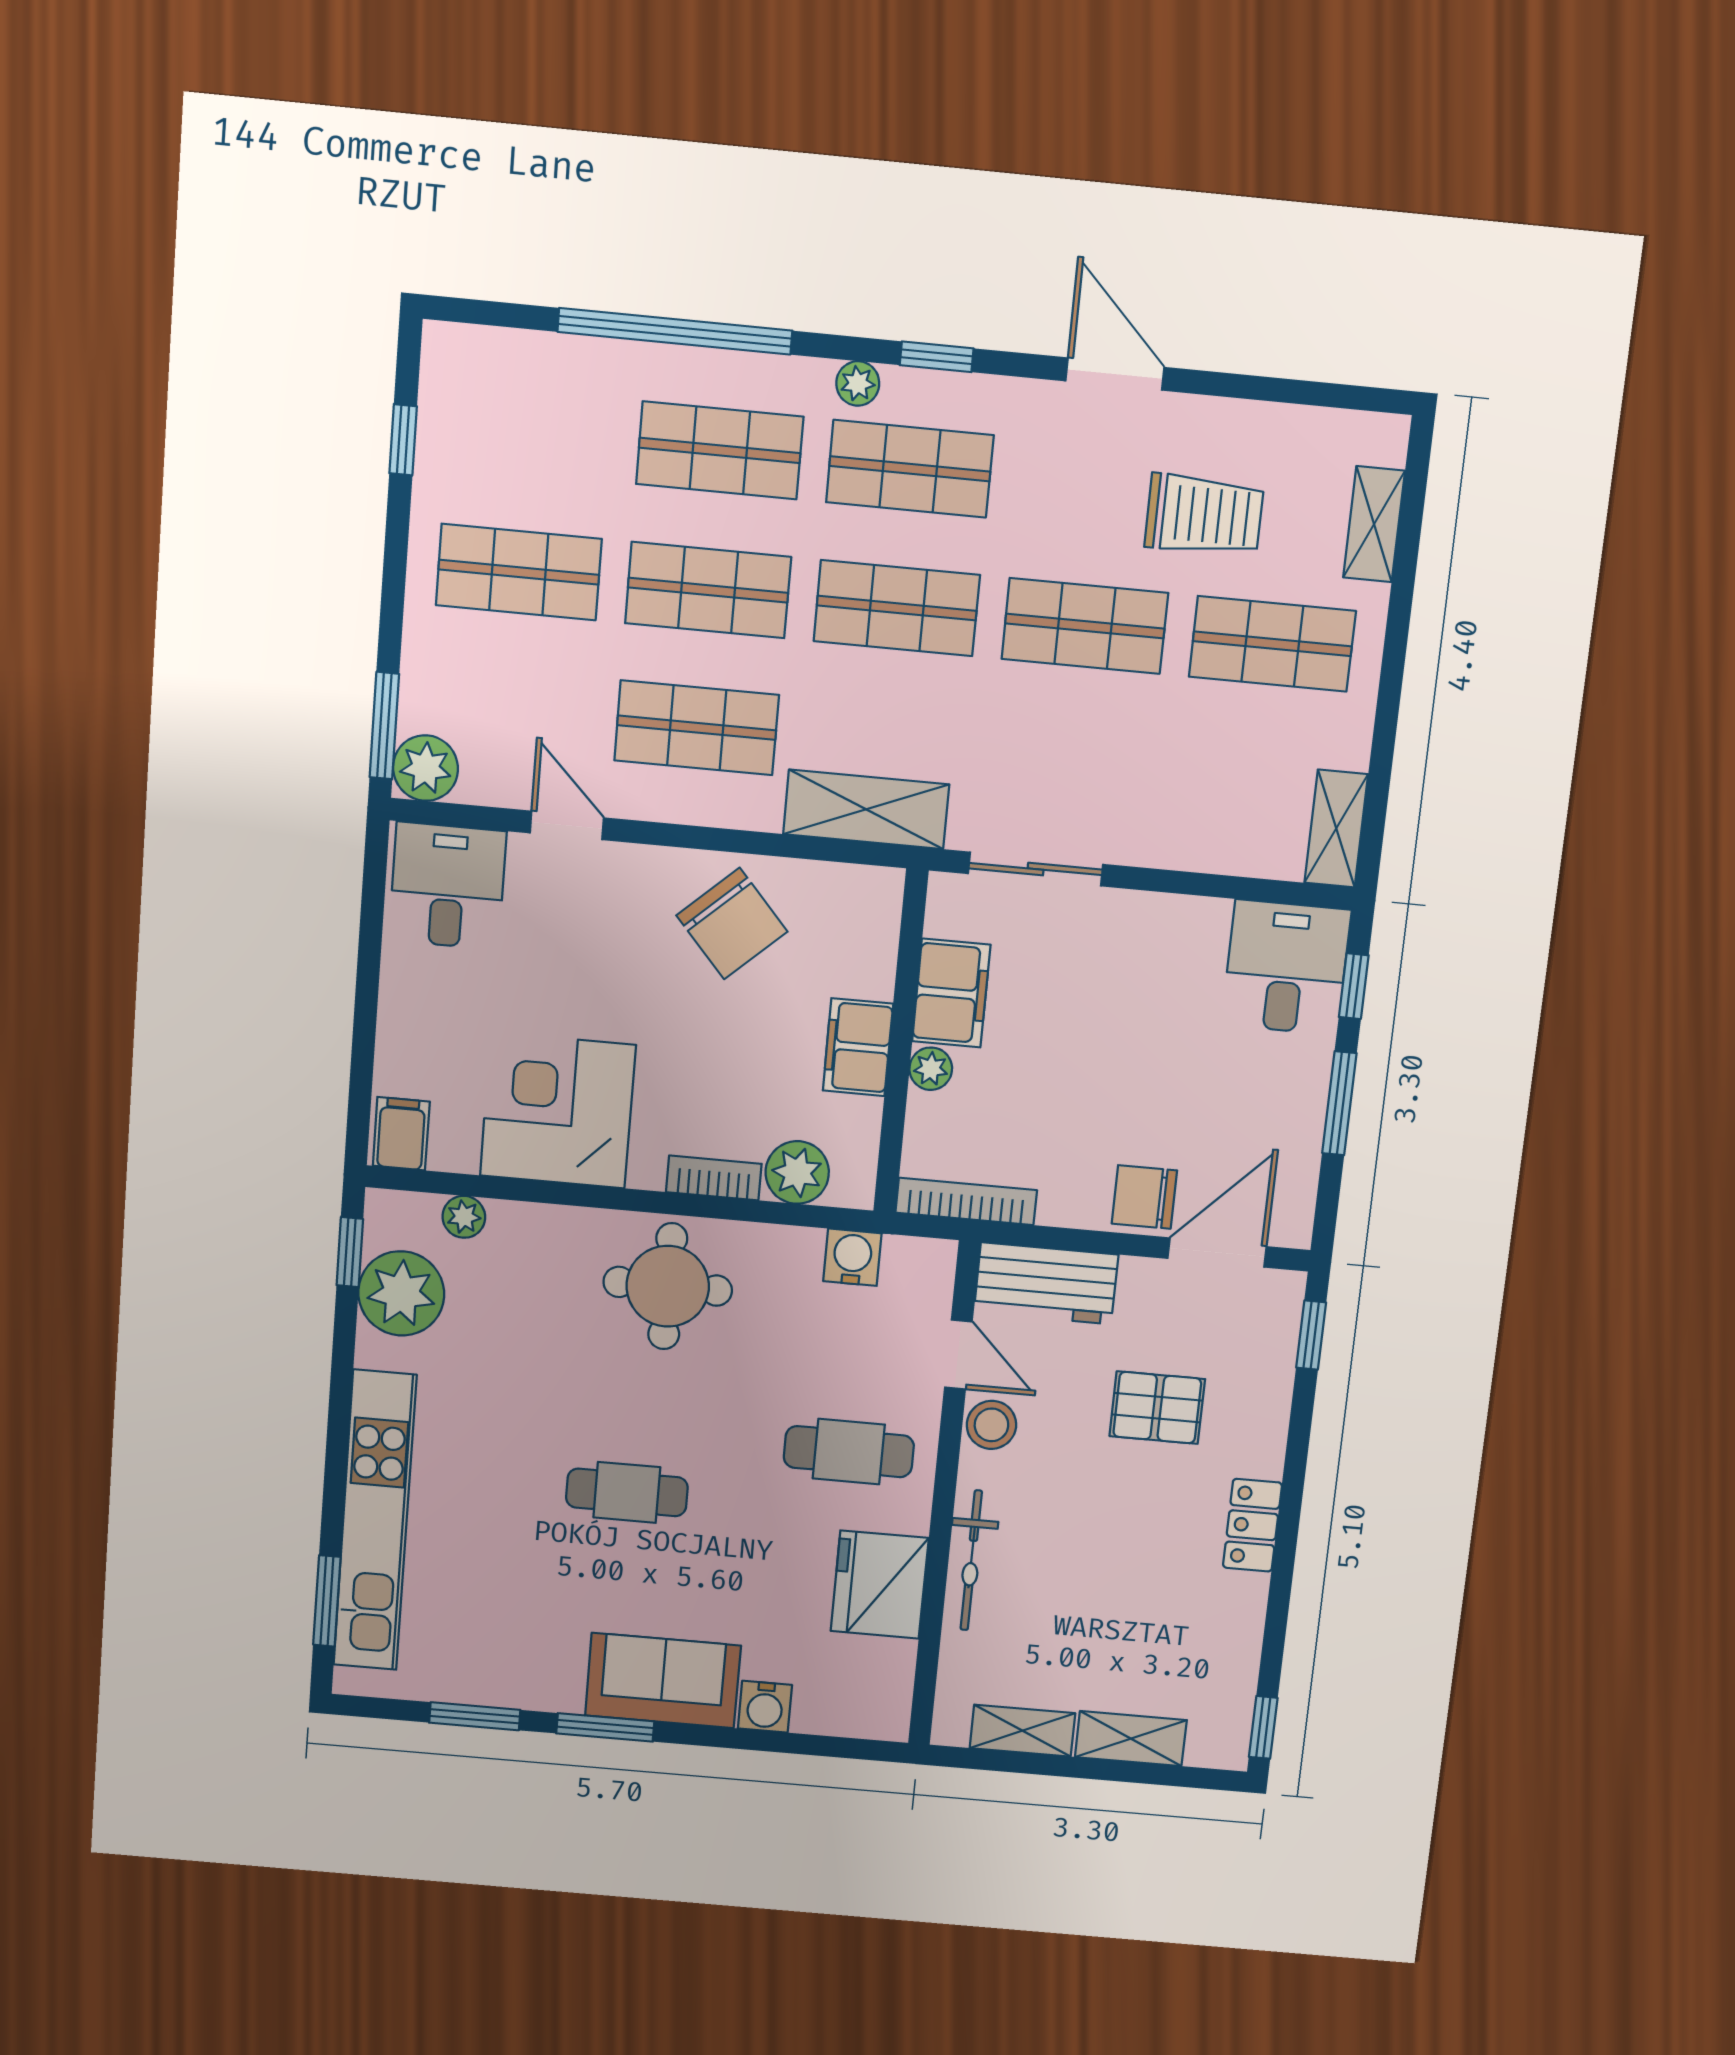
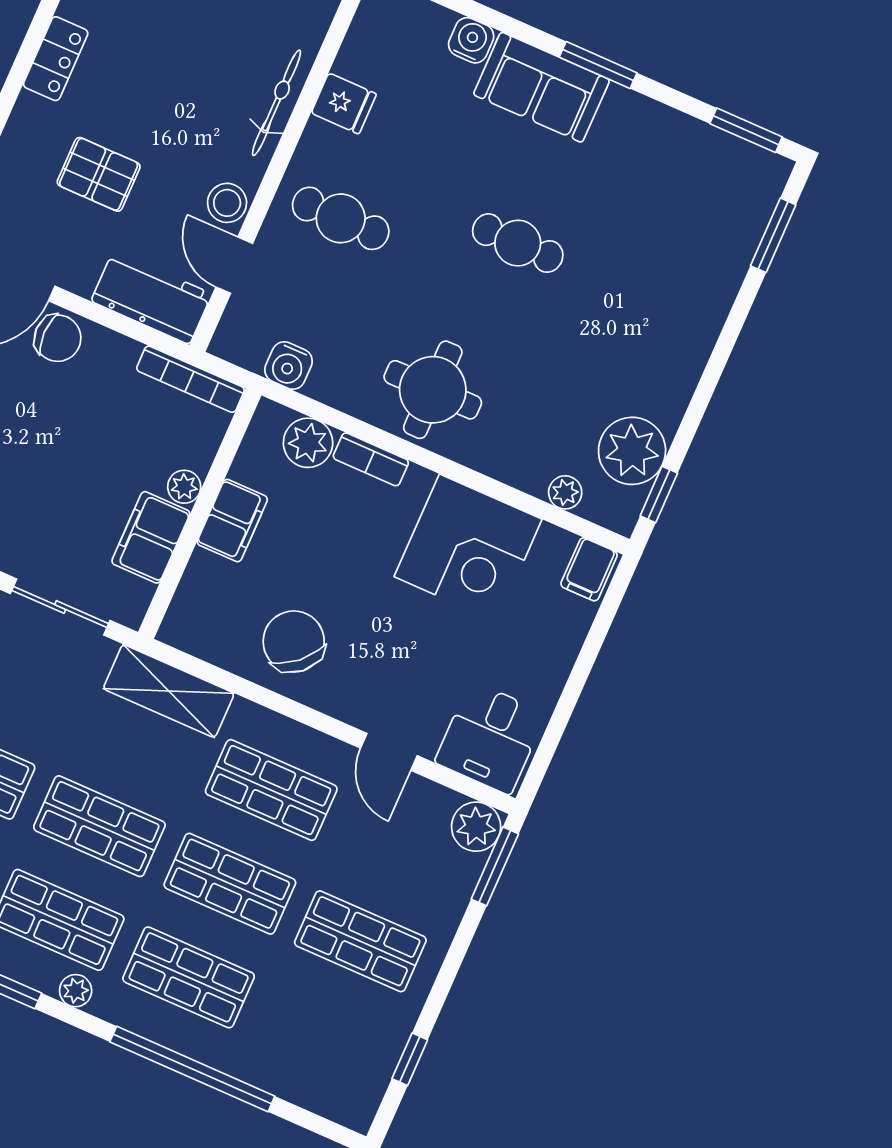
kitchen unit: (375, 1521) -> (714, 285), removed
fridge: (880, 1585) -> (344, 104), width x0.53, depth x0.75
window: (475, 1716) -> (746, 130), moved

